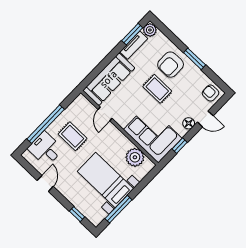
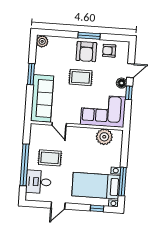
window: (132, 34) -> (31, 74), moved
tv unit: (134, 45) -> (40, 61), removed
armchair: (171, 65) -> (86, 52), moved
armchair: (211, 93) -> (109, 51), moved
window: (180, 146) -> (129, 93), moved
bed with nightstands: (105, 180) -> (96, 186), moved
door: (45, 183) -> (58, 206), swing flipped

